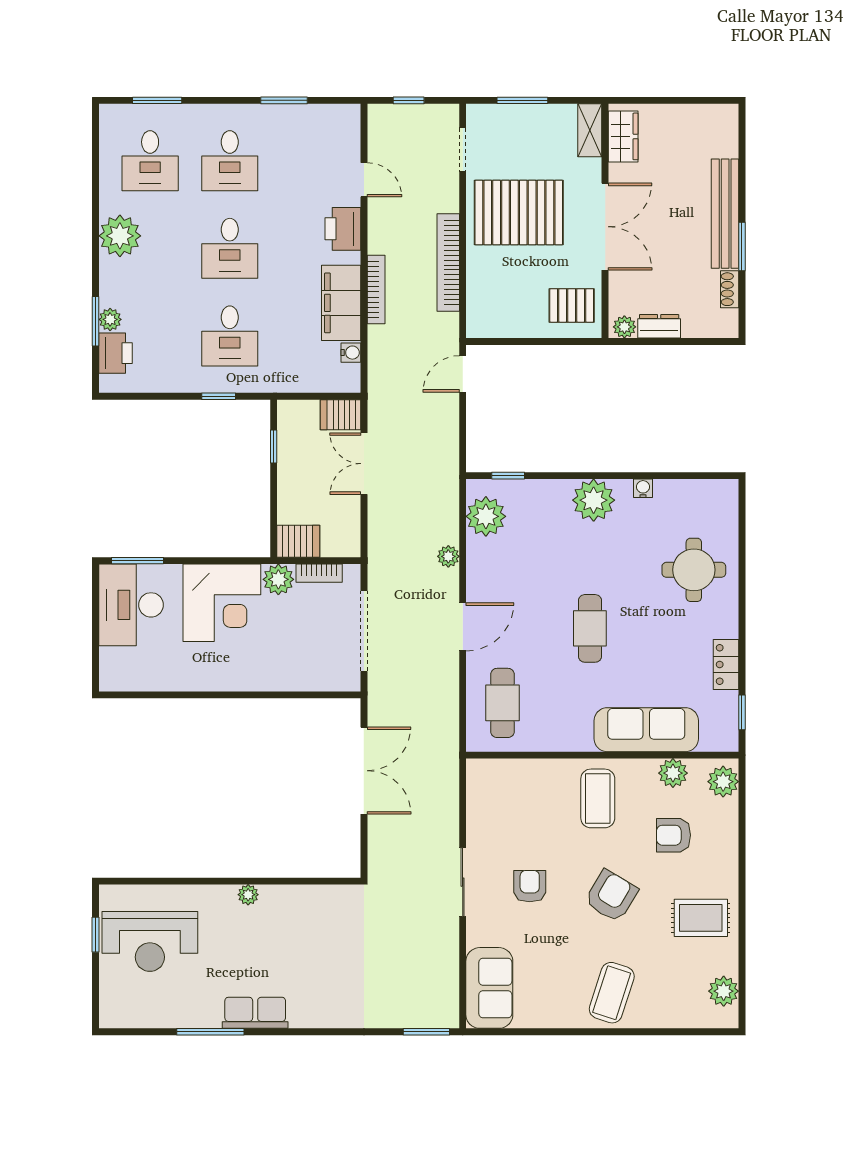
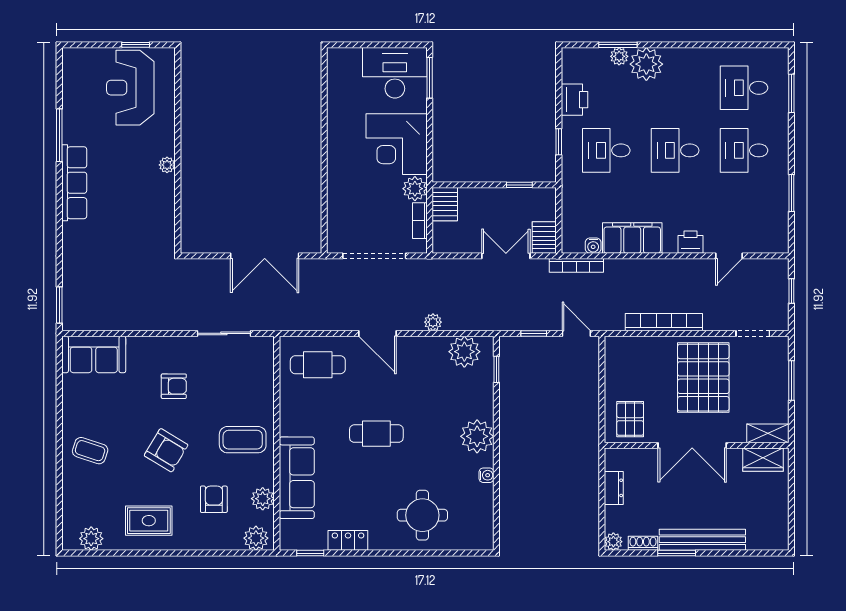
printer: (343, 229) -> (690, 242), width x0.73, depth x0.81
plant: (120, 236) -> (646, 64), moved
bookcase: (376, 289) -> (576, 265), moved
plant: (624, 327) -> (613, 542), moved
printer: (115, 353) -> (575, 100), moved, turned -90
window: (463, 428) -> (534, 333), added
sliding door: (463, 882) -> (224, 333), moved
rug: (701, 918) -> (149, 521), turned 90
coffee table: (612, 993) -> (90, 451), width x0.73, depth x0.77
row of seats: (255, 1013) -> (74, 183), width x1.48

